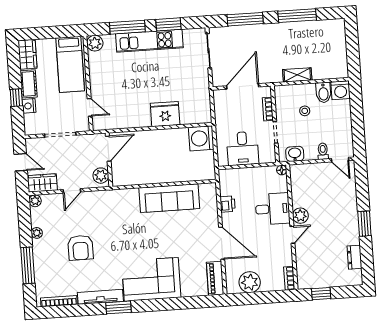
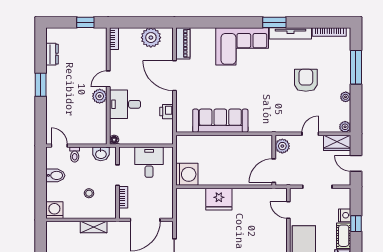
bidet: (323, 92) -> (55, 175), moved, turned 90

